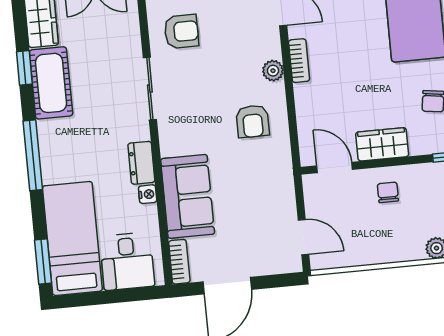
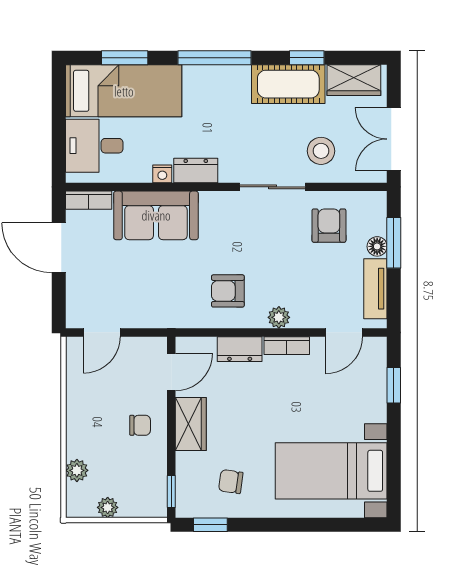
armchair: (181, 31) -> (329, 226), turned 180
stool: (111, 46) -> (321, 151), added
dresser: (307, 105) -> (240, 349), added
window: (43, 261) -> (125, 58), moved

